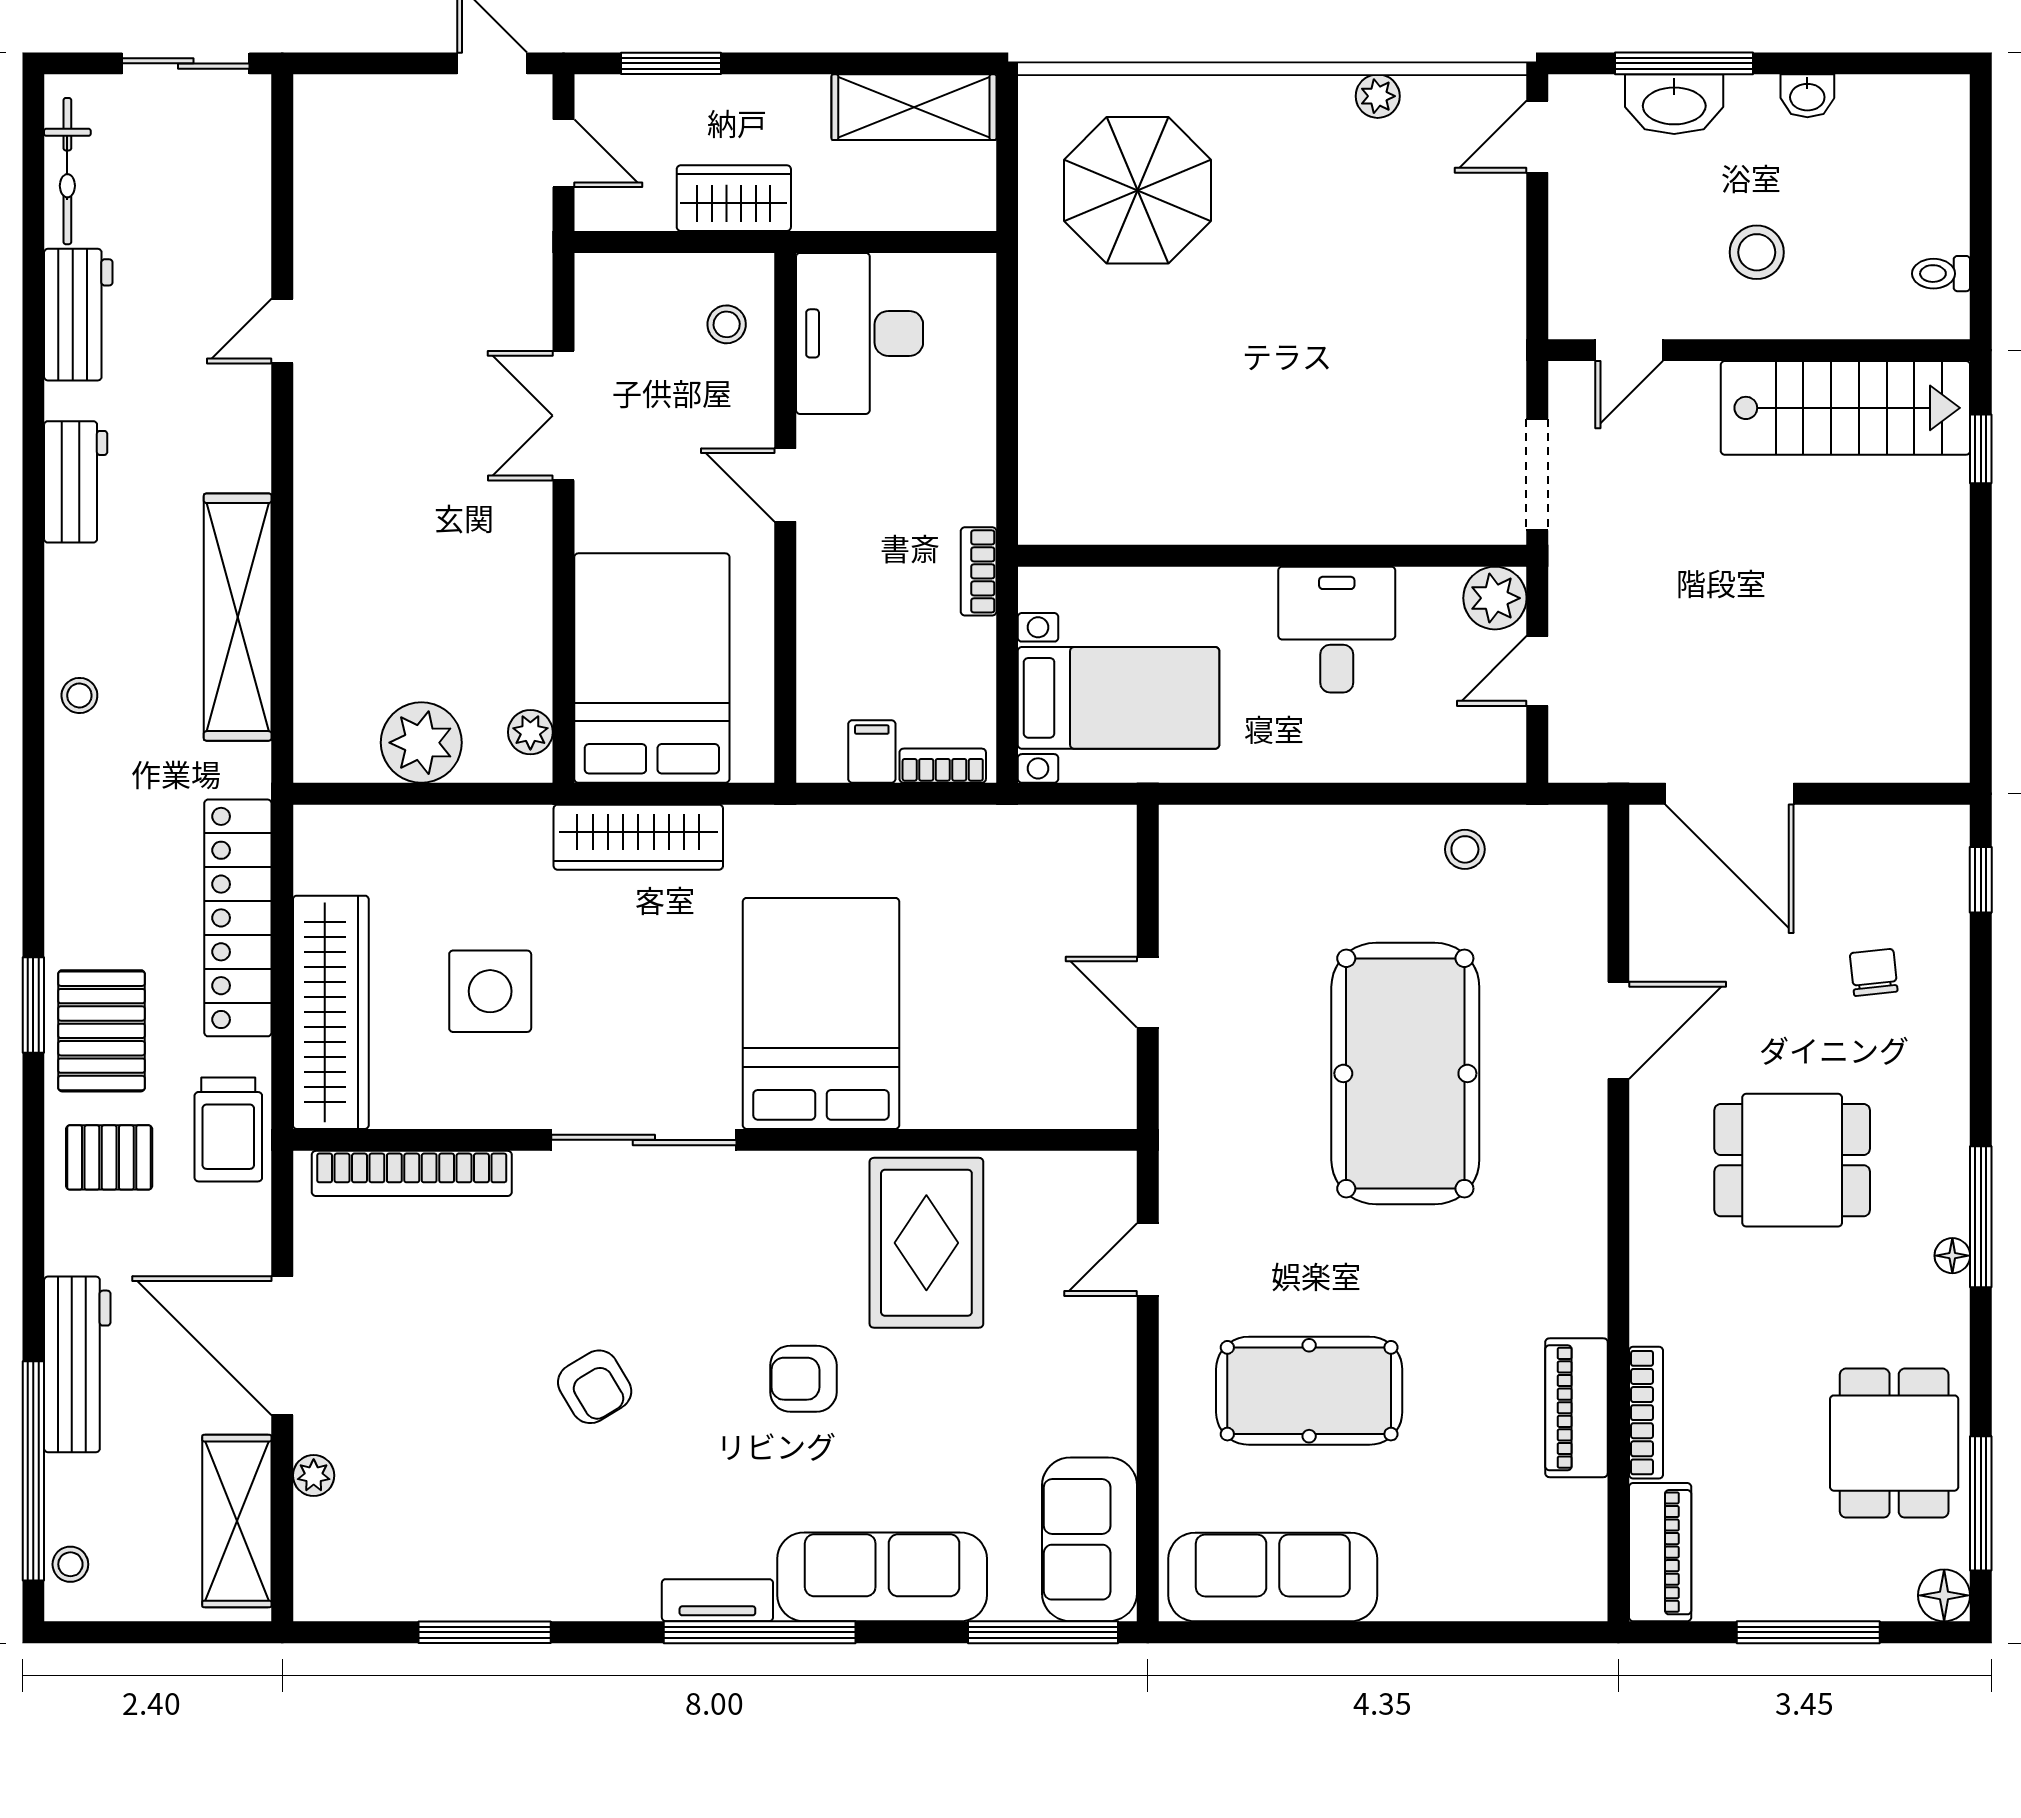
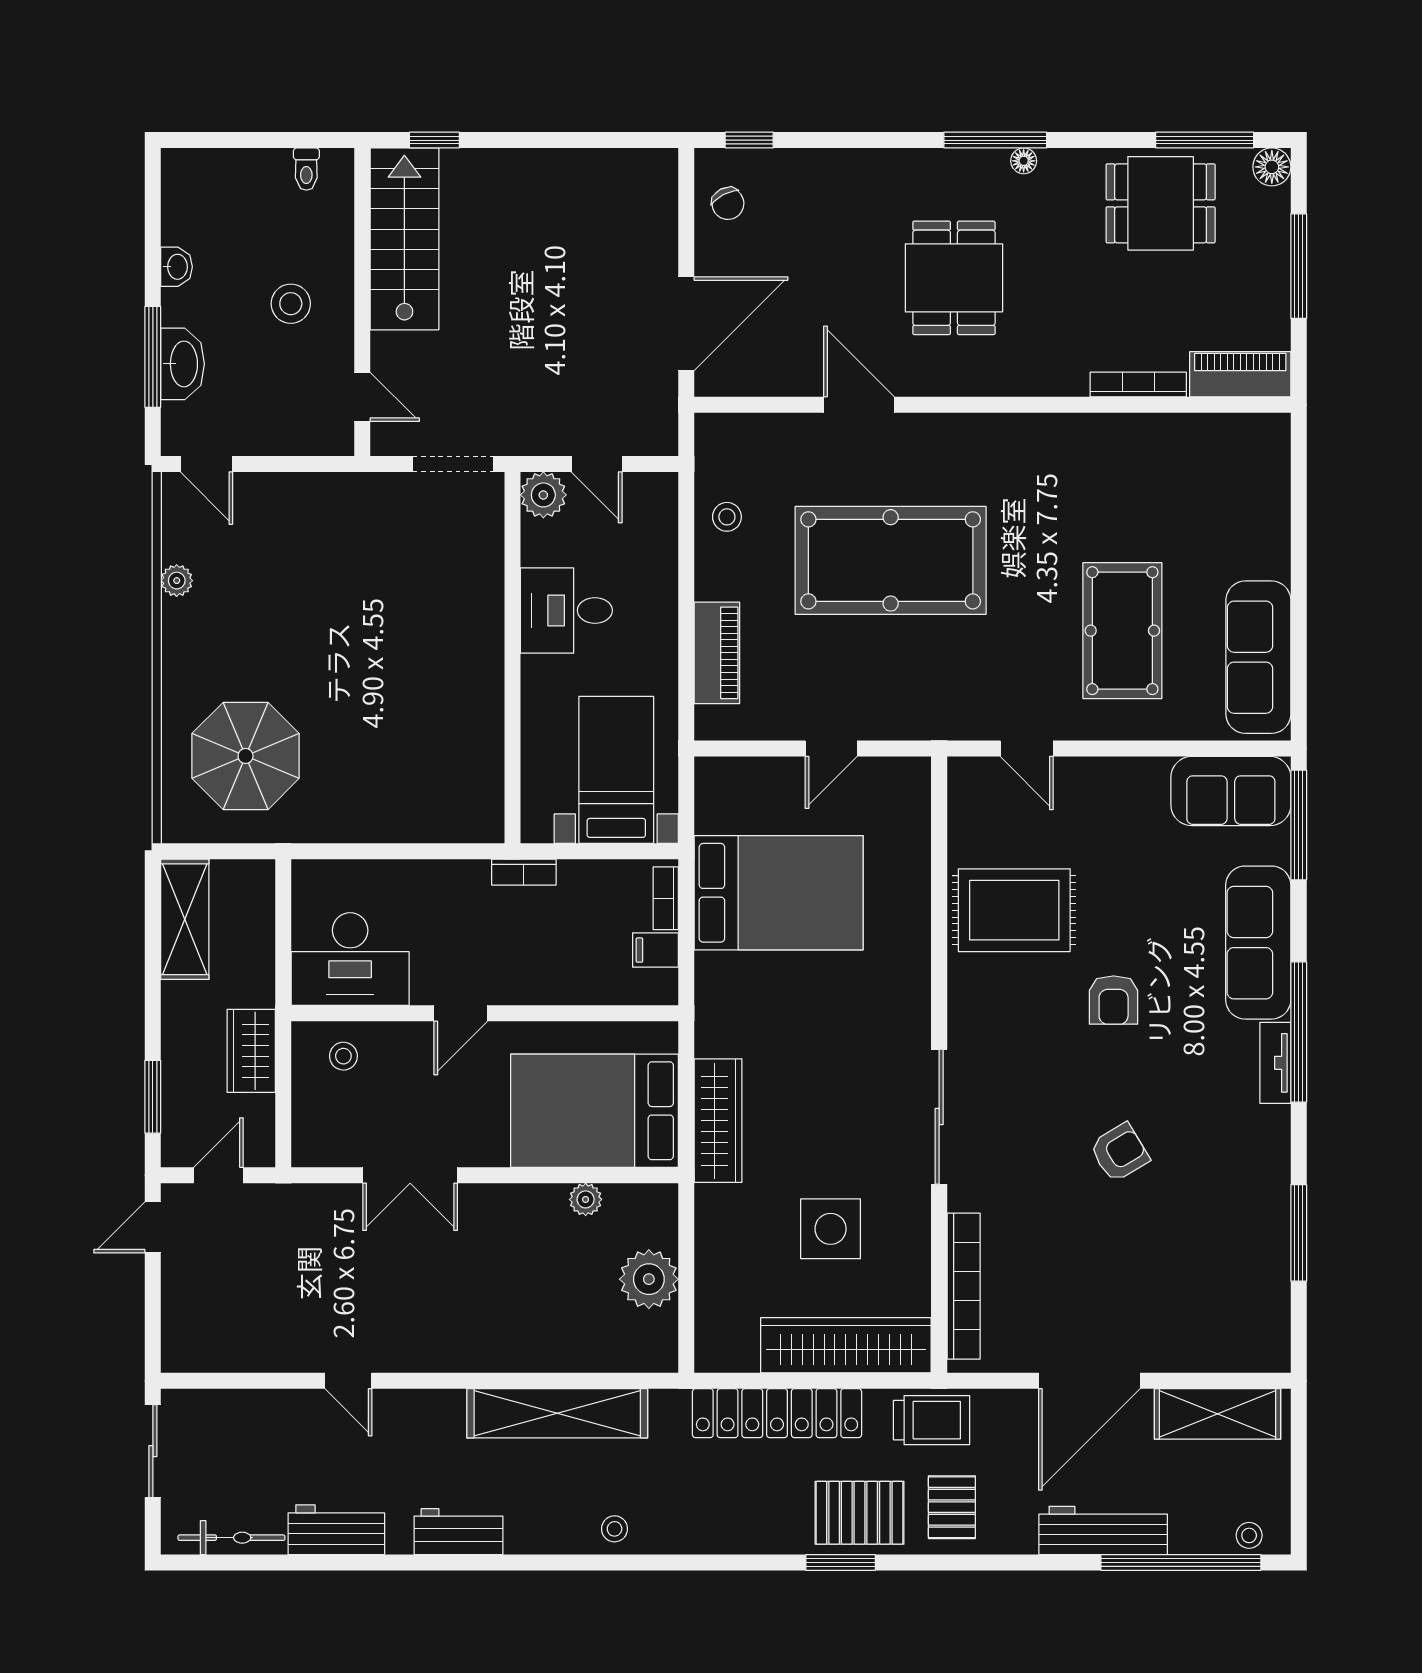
plant: (530, 732) -> (586, 1199), moved
chair: (1874, 972) -> (728, 204), moved, turned -112
bed: (821, 1013) -> (779, 893), moved, turned 180
piano: (1576, 1408) -> (717, 653), moved, turned -90
plant: (314, 1475) -> (1184, 1358), removed

